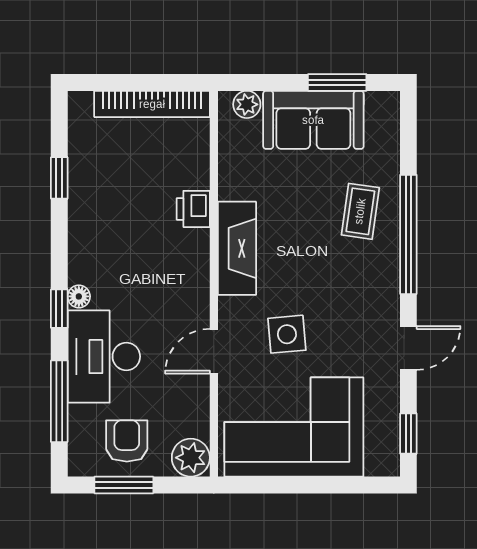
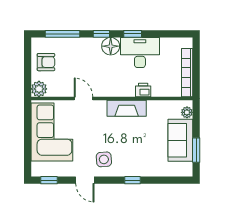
window: (59, 178) -> (133, 34), moved
coffee table: (360, 211) -> (142, 160), removed
window: (408, 234) -> (132, 180), width x0.32
floor lamp: (79, 296) -> (111, 46), width x1.89, depth x1.89
side table: (287, 334) -> (104, 159), moved
desk: (104, 357) -> (140, 52), moved
window: (124, 485) -> (28, 61), removed

